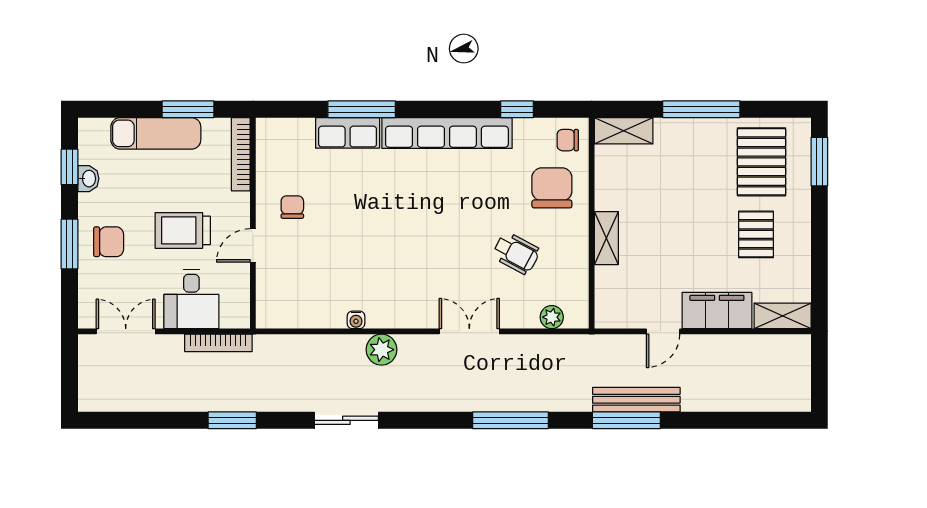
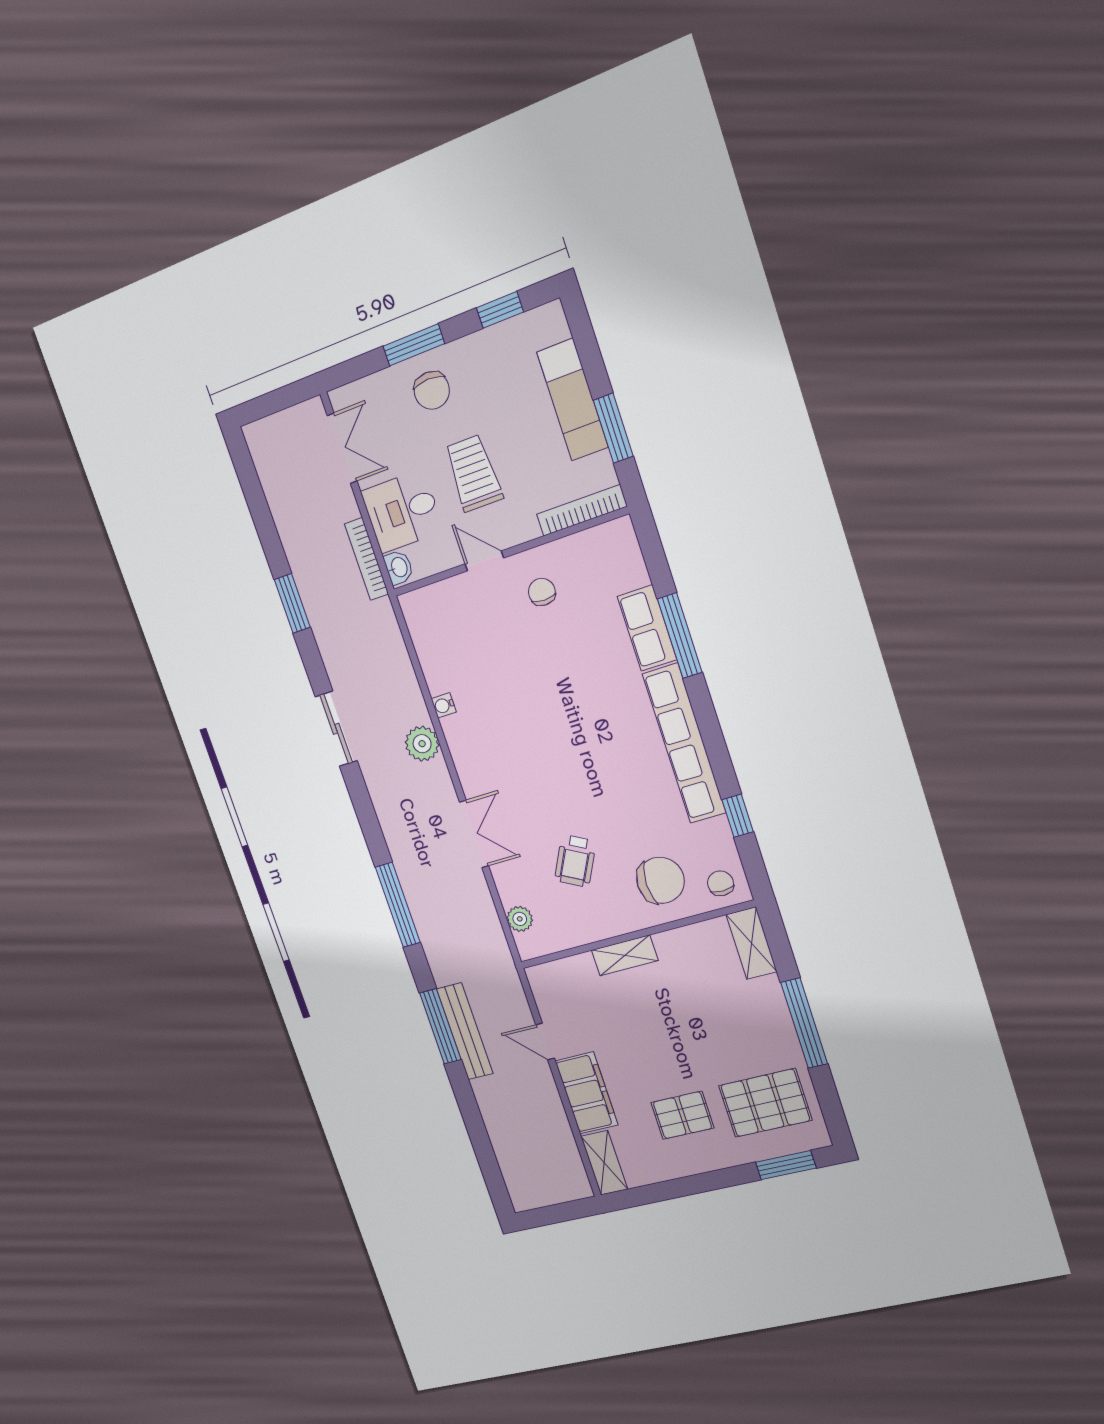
washbasin: (88, 179) -> (399, 567), moved, turned -90
chair: (292, 207) -> (542, 592), turned -90

